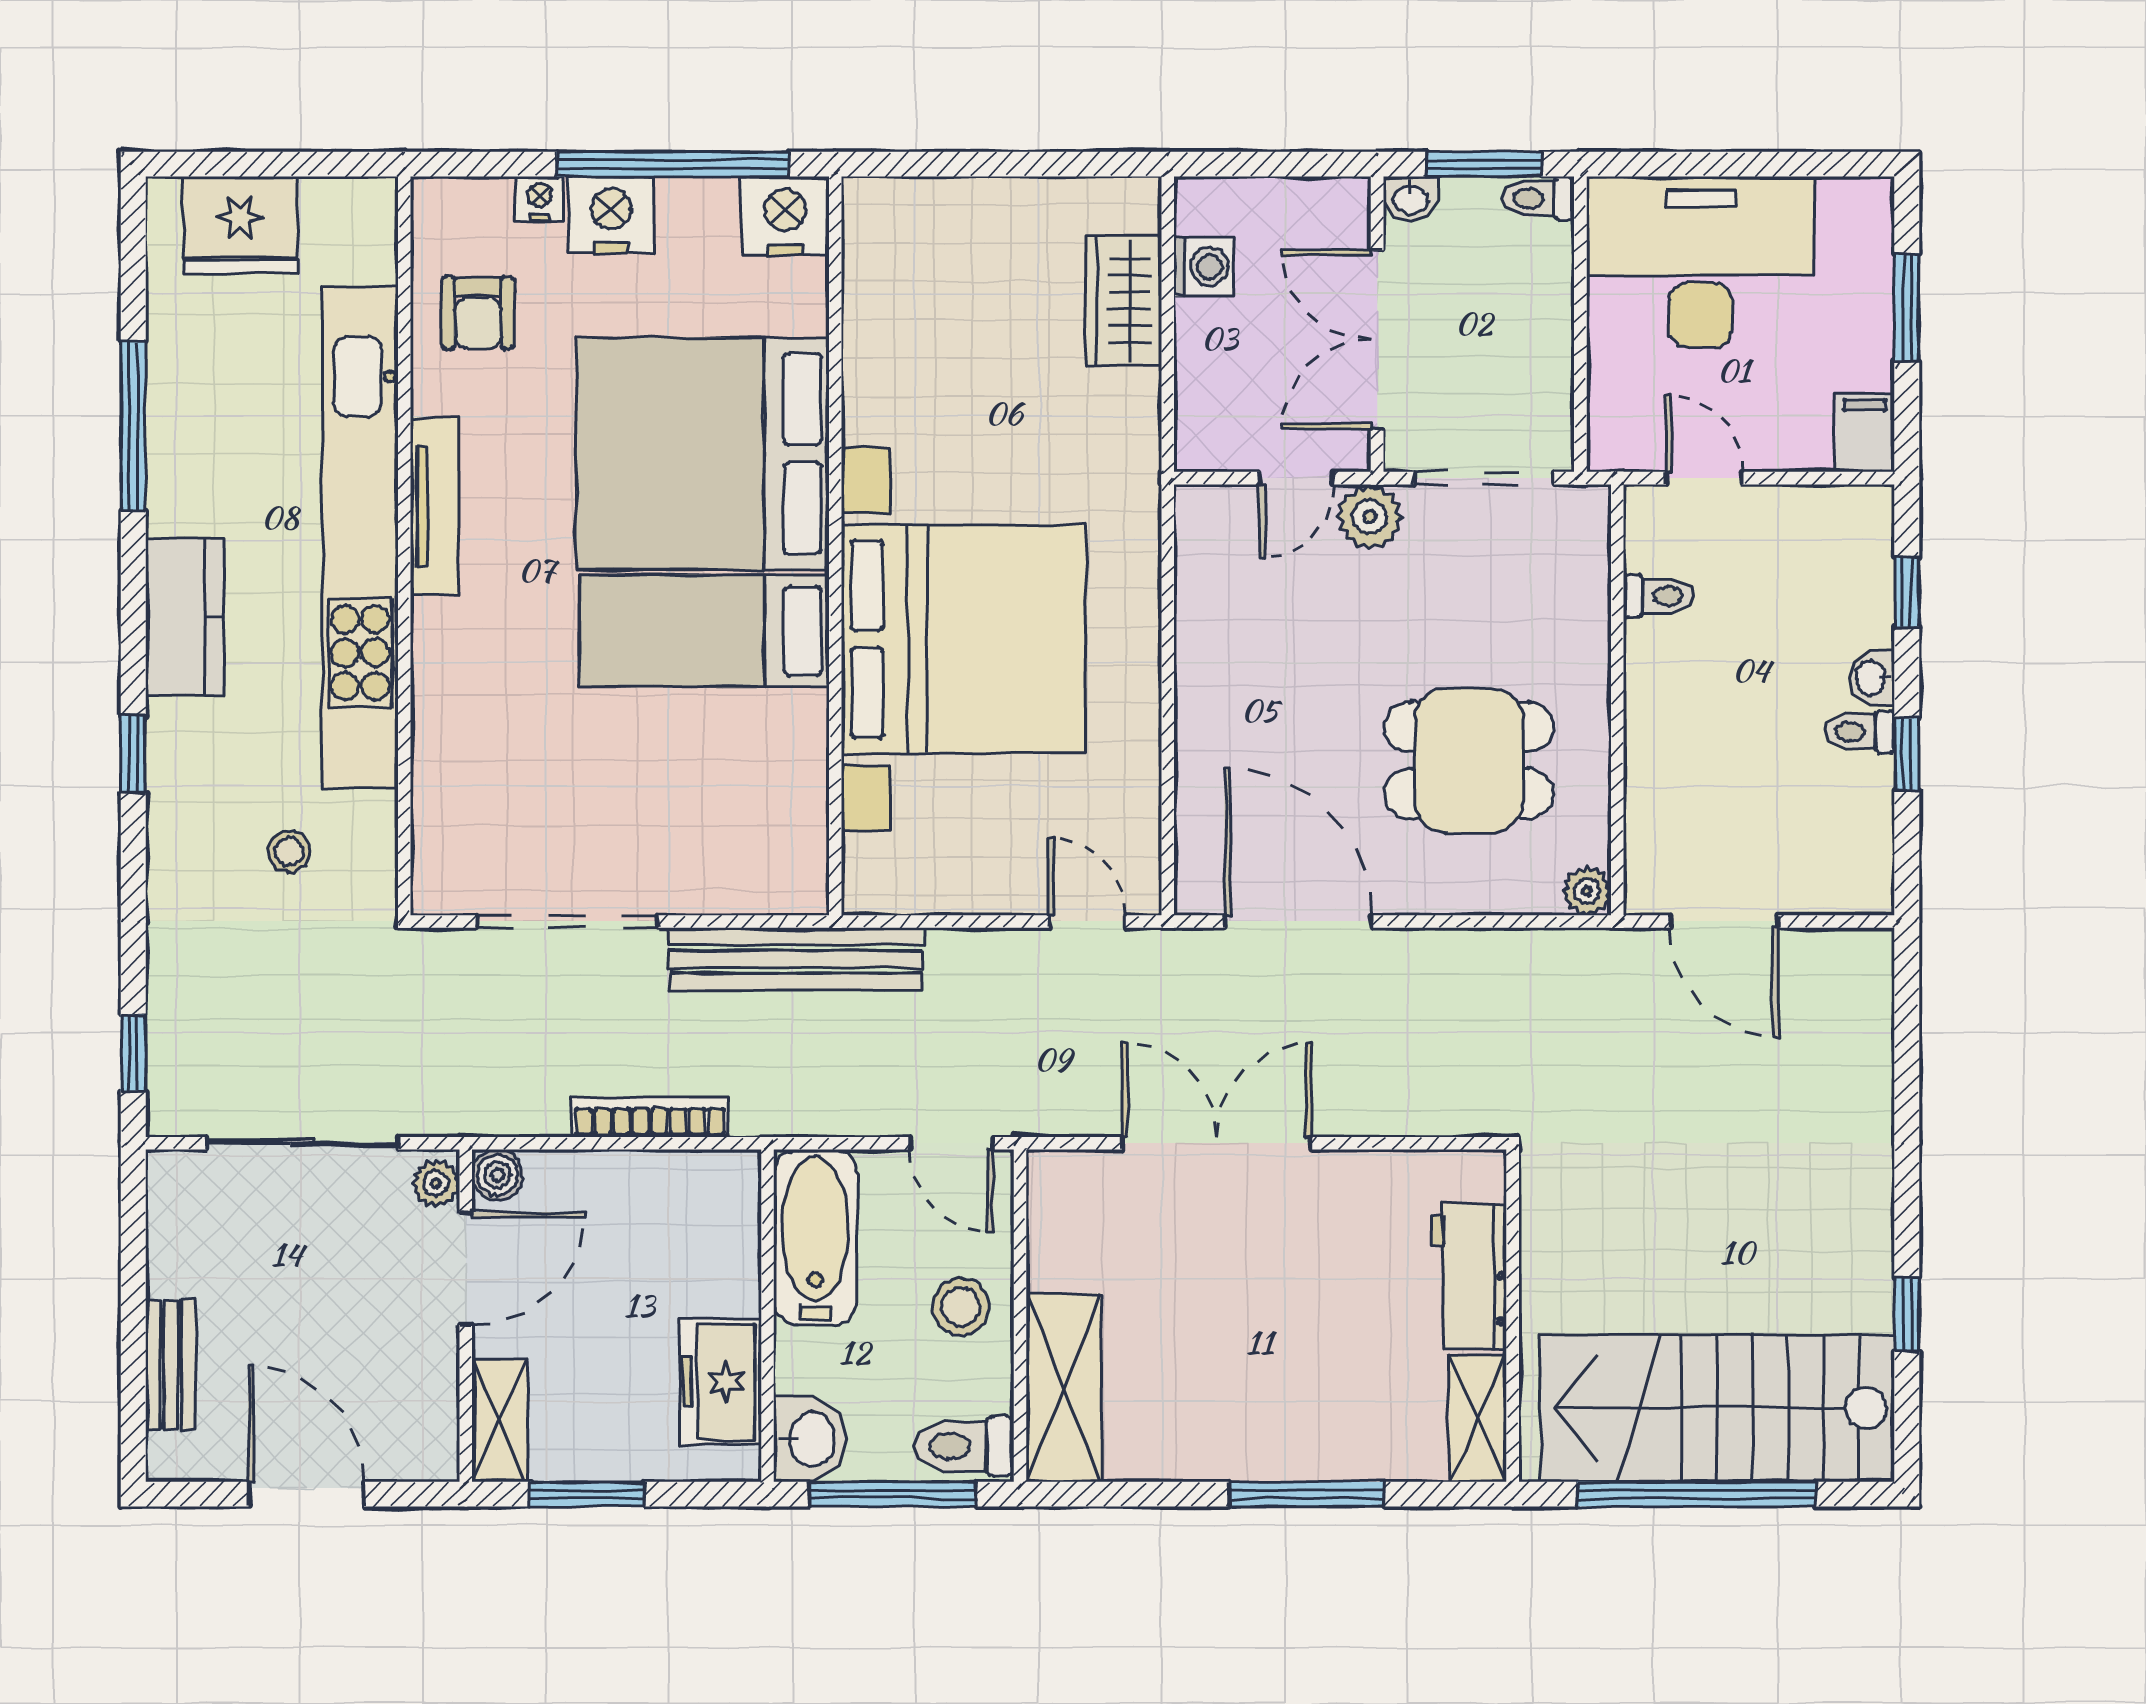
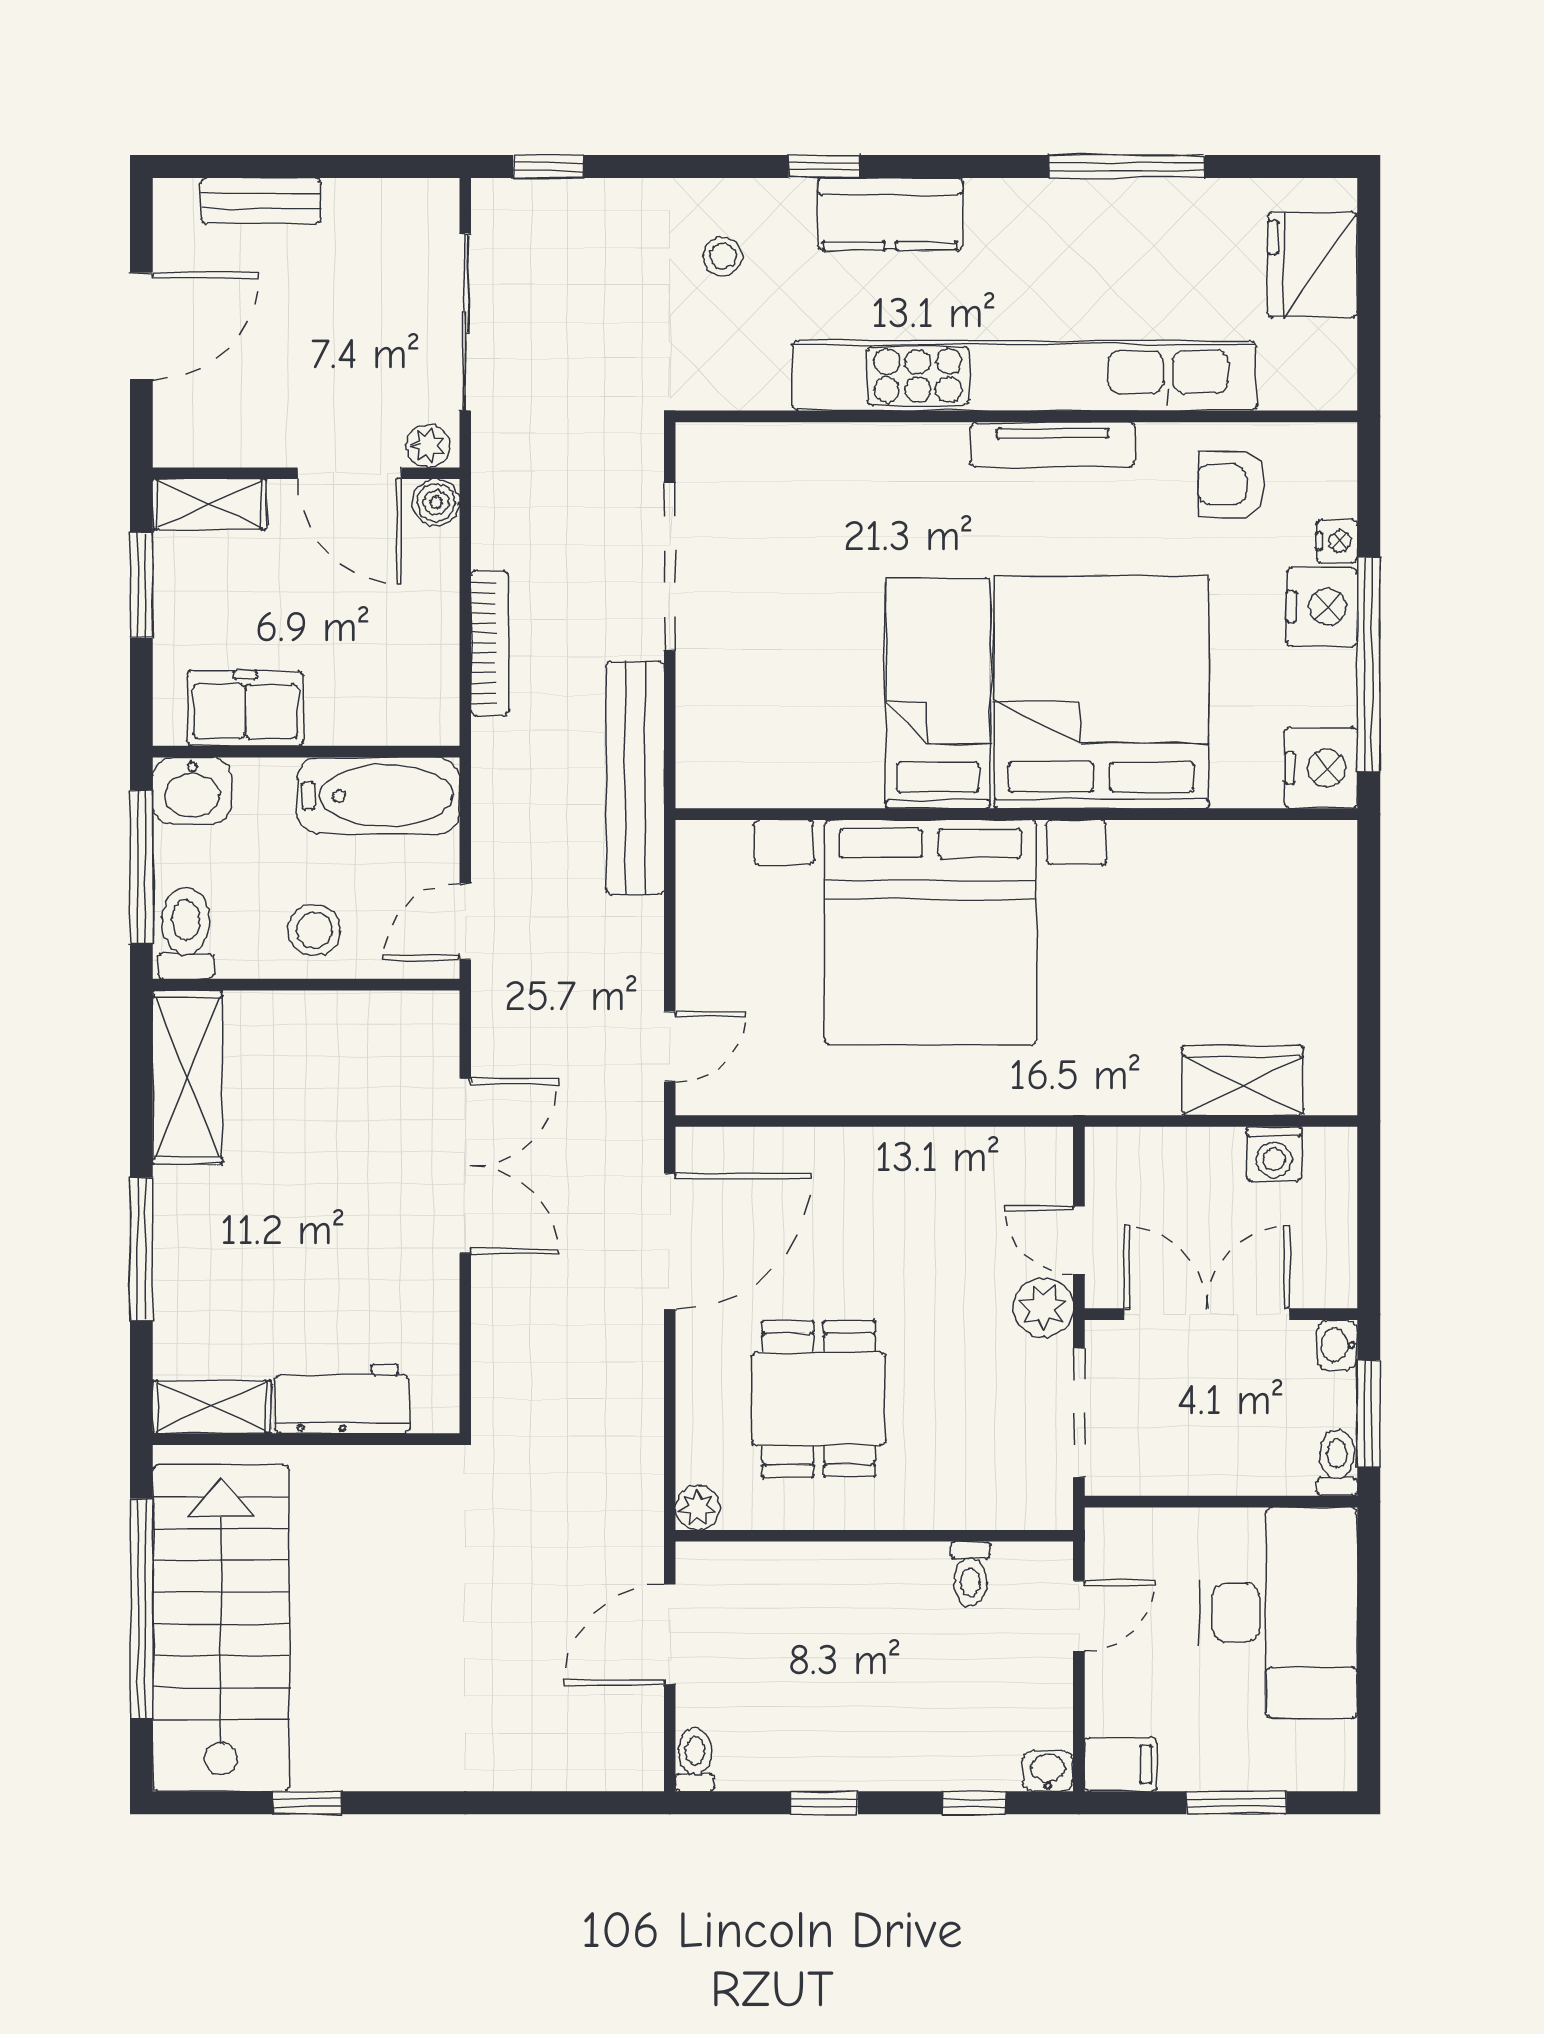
kitchen counter: (185, 617) -> (890, 214), moved
washbasin: (1872, 678) -> (1048, 1771), moved
toilet: (1860, 732) -> (695, 1760), moved
stool: (289, 851) -> (723, 256), moved
shelving: (1064, 1388) -> (187, 1077), moved, turned 90

